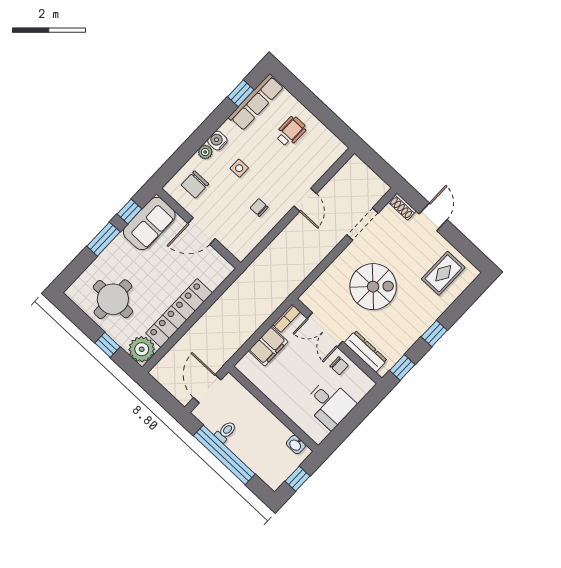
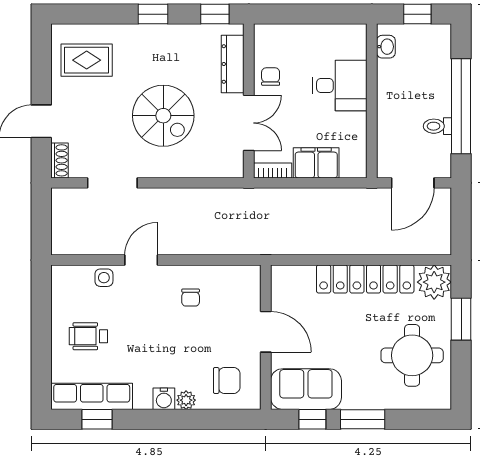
side table: (239, 168) -> (104, 278), moved
spiral stairs: (373, 287) -> (163, 116), turned 180
window: (107, 345) -> (461, 319), width x1.50
desk: (330, 404) -> (340, 86), moved, turned 90

